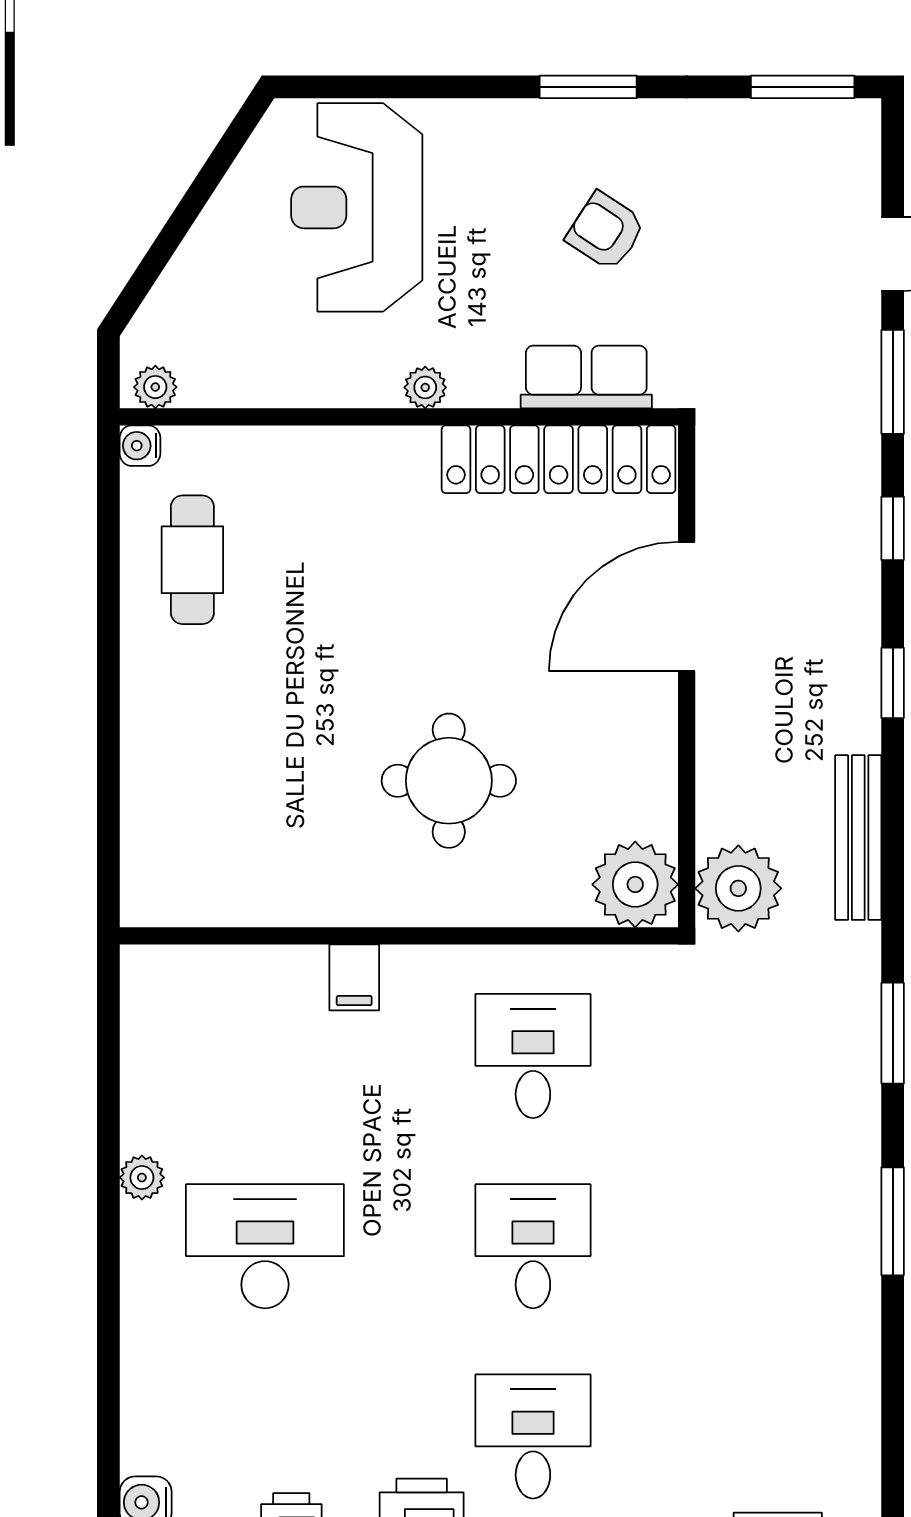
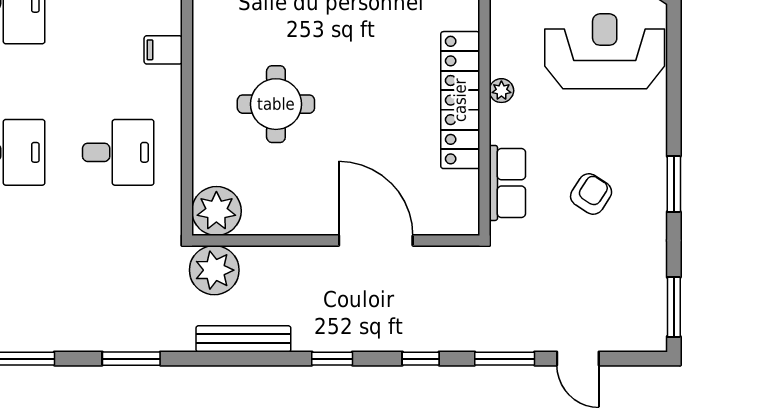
locker: (559, 459) -> (460, 100), moved

